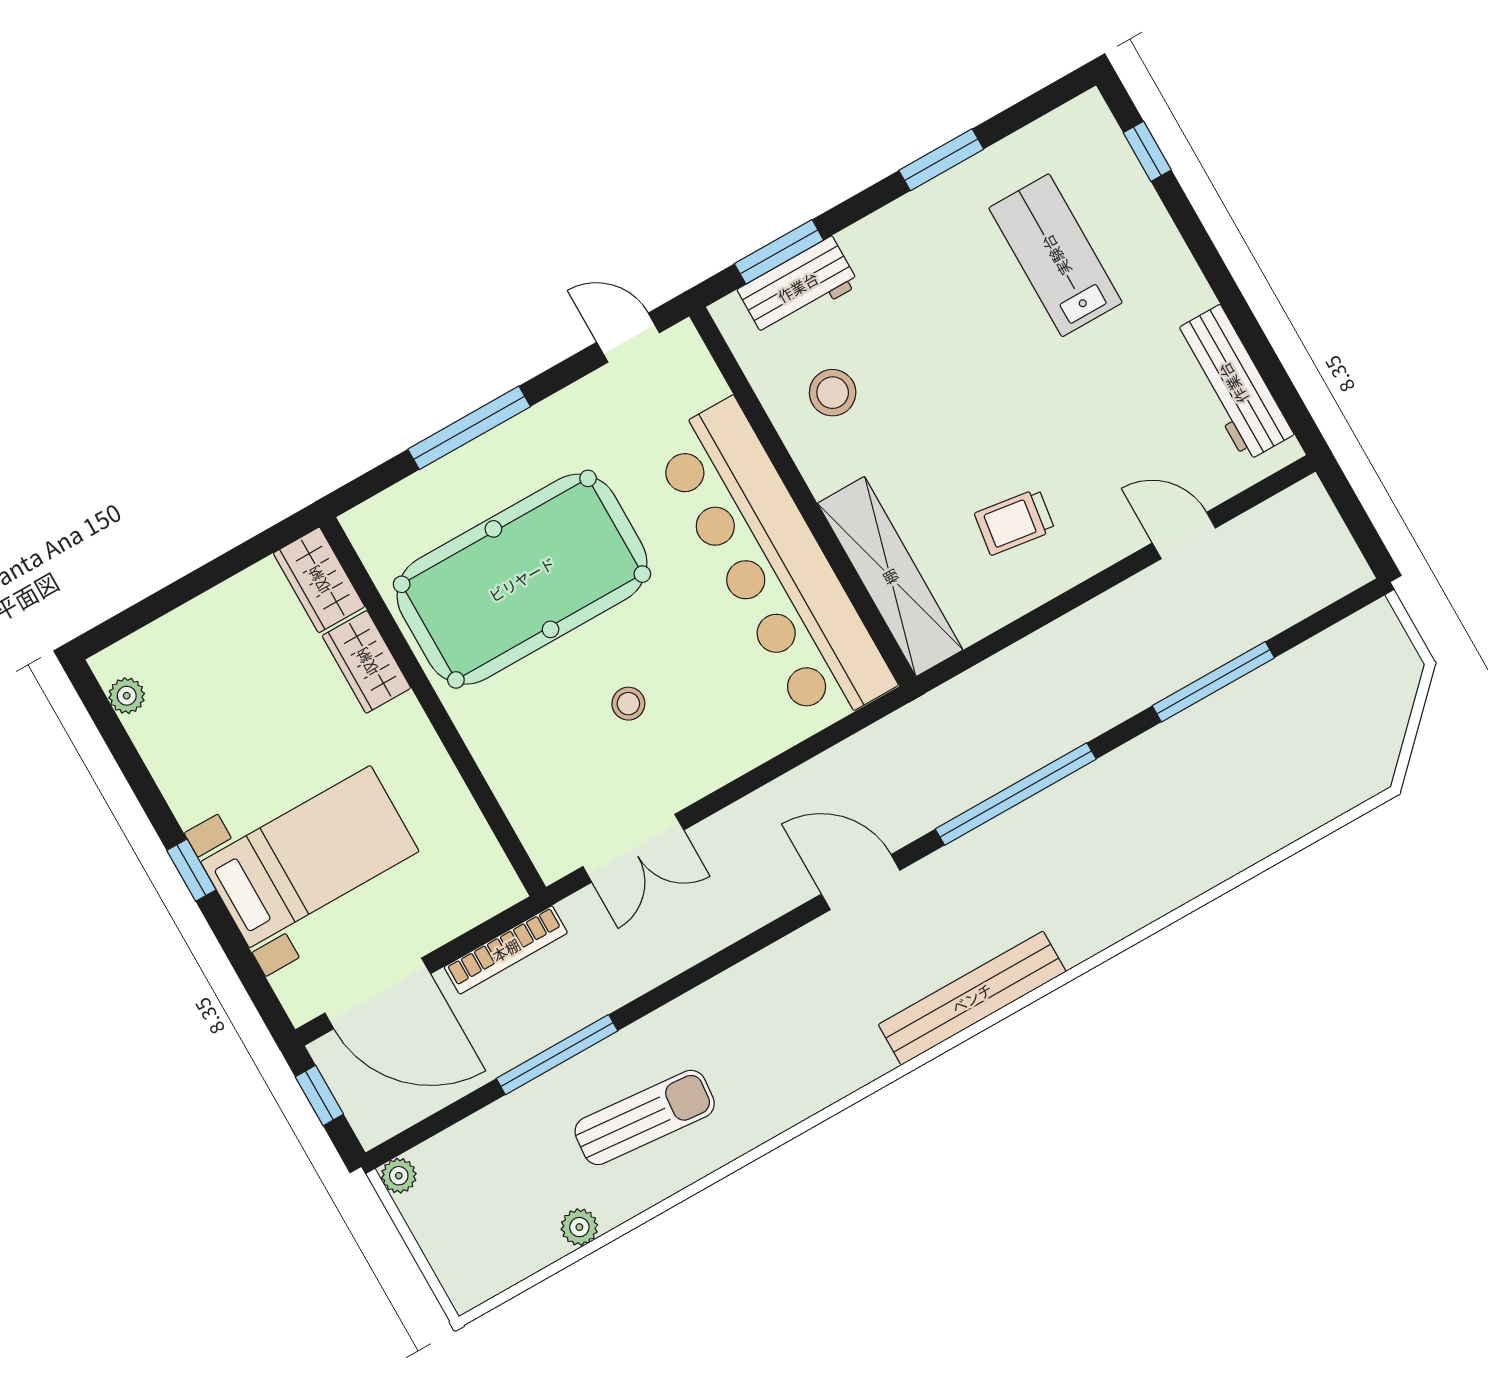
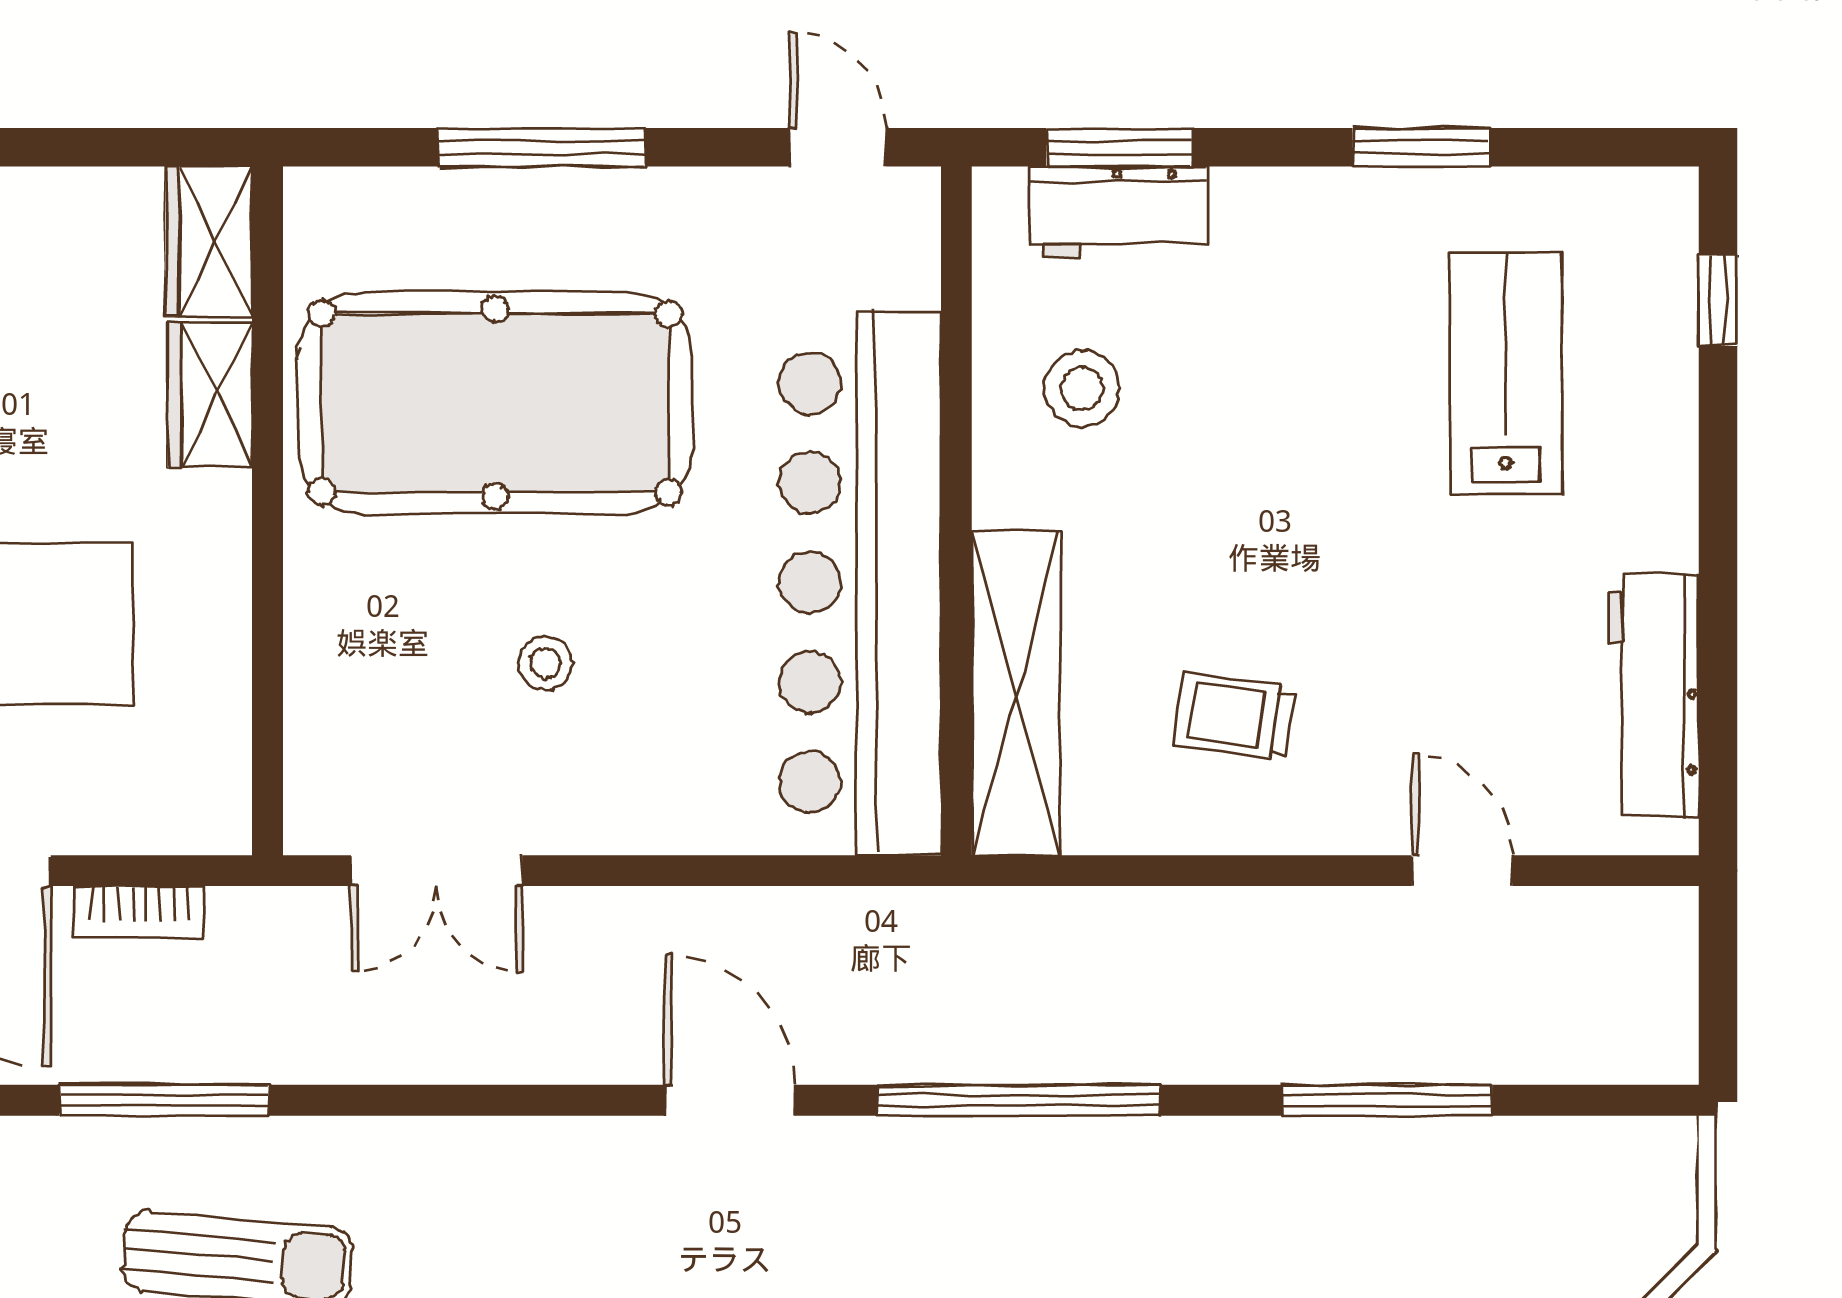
bookcase: (506, 950) -> (139, 912), width x0.64

